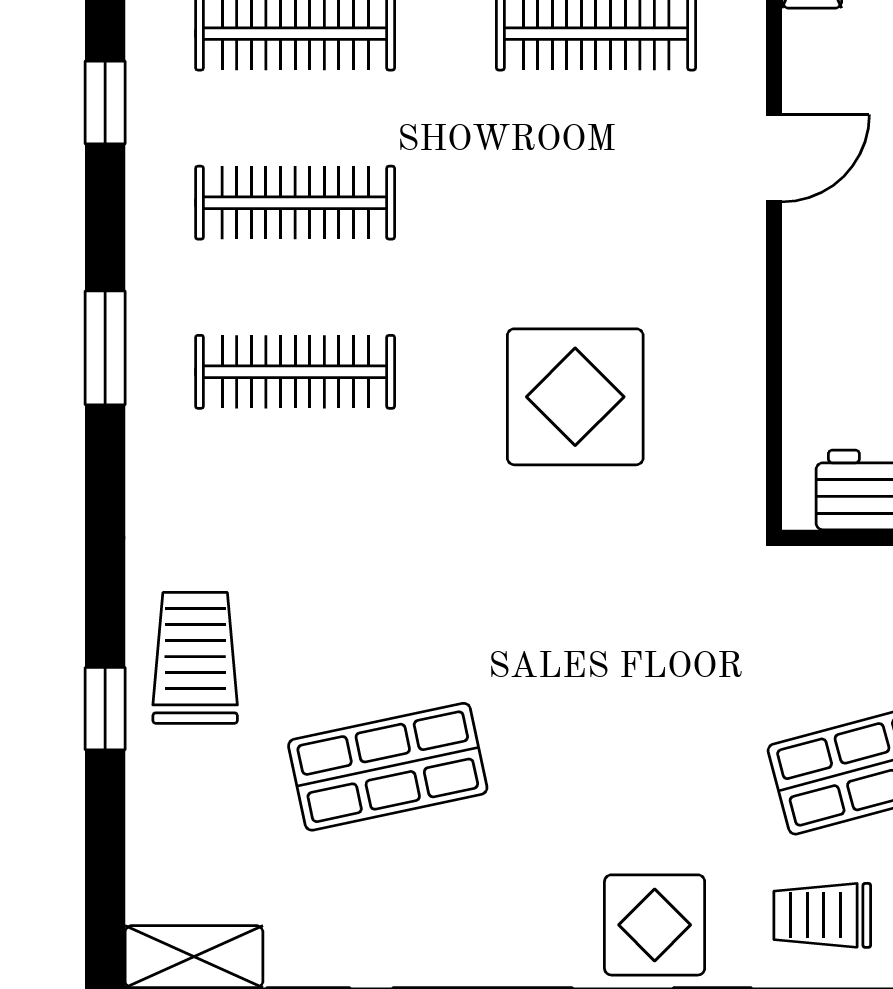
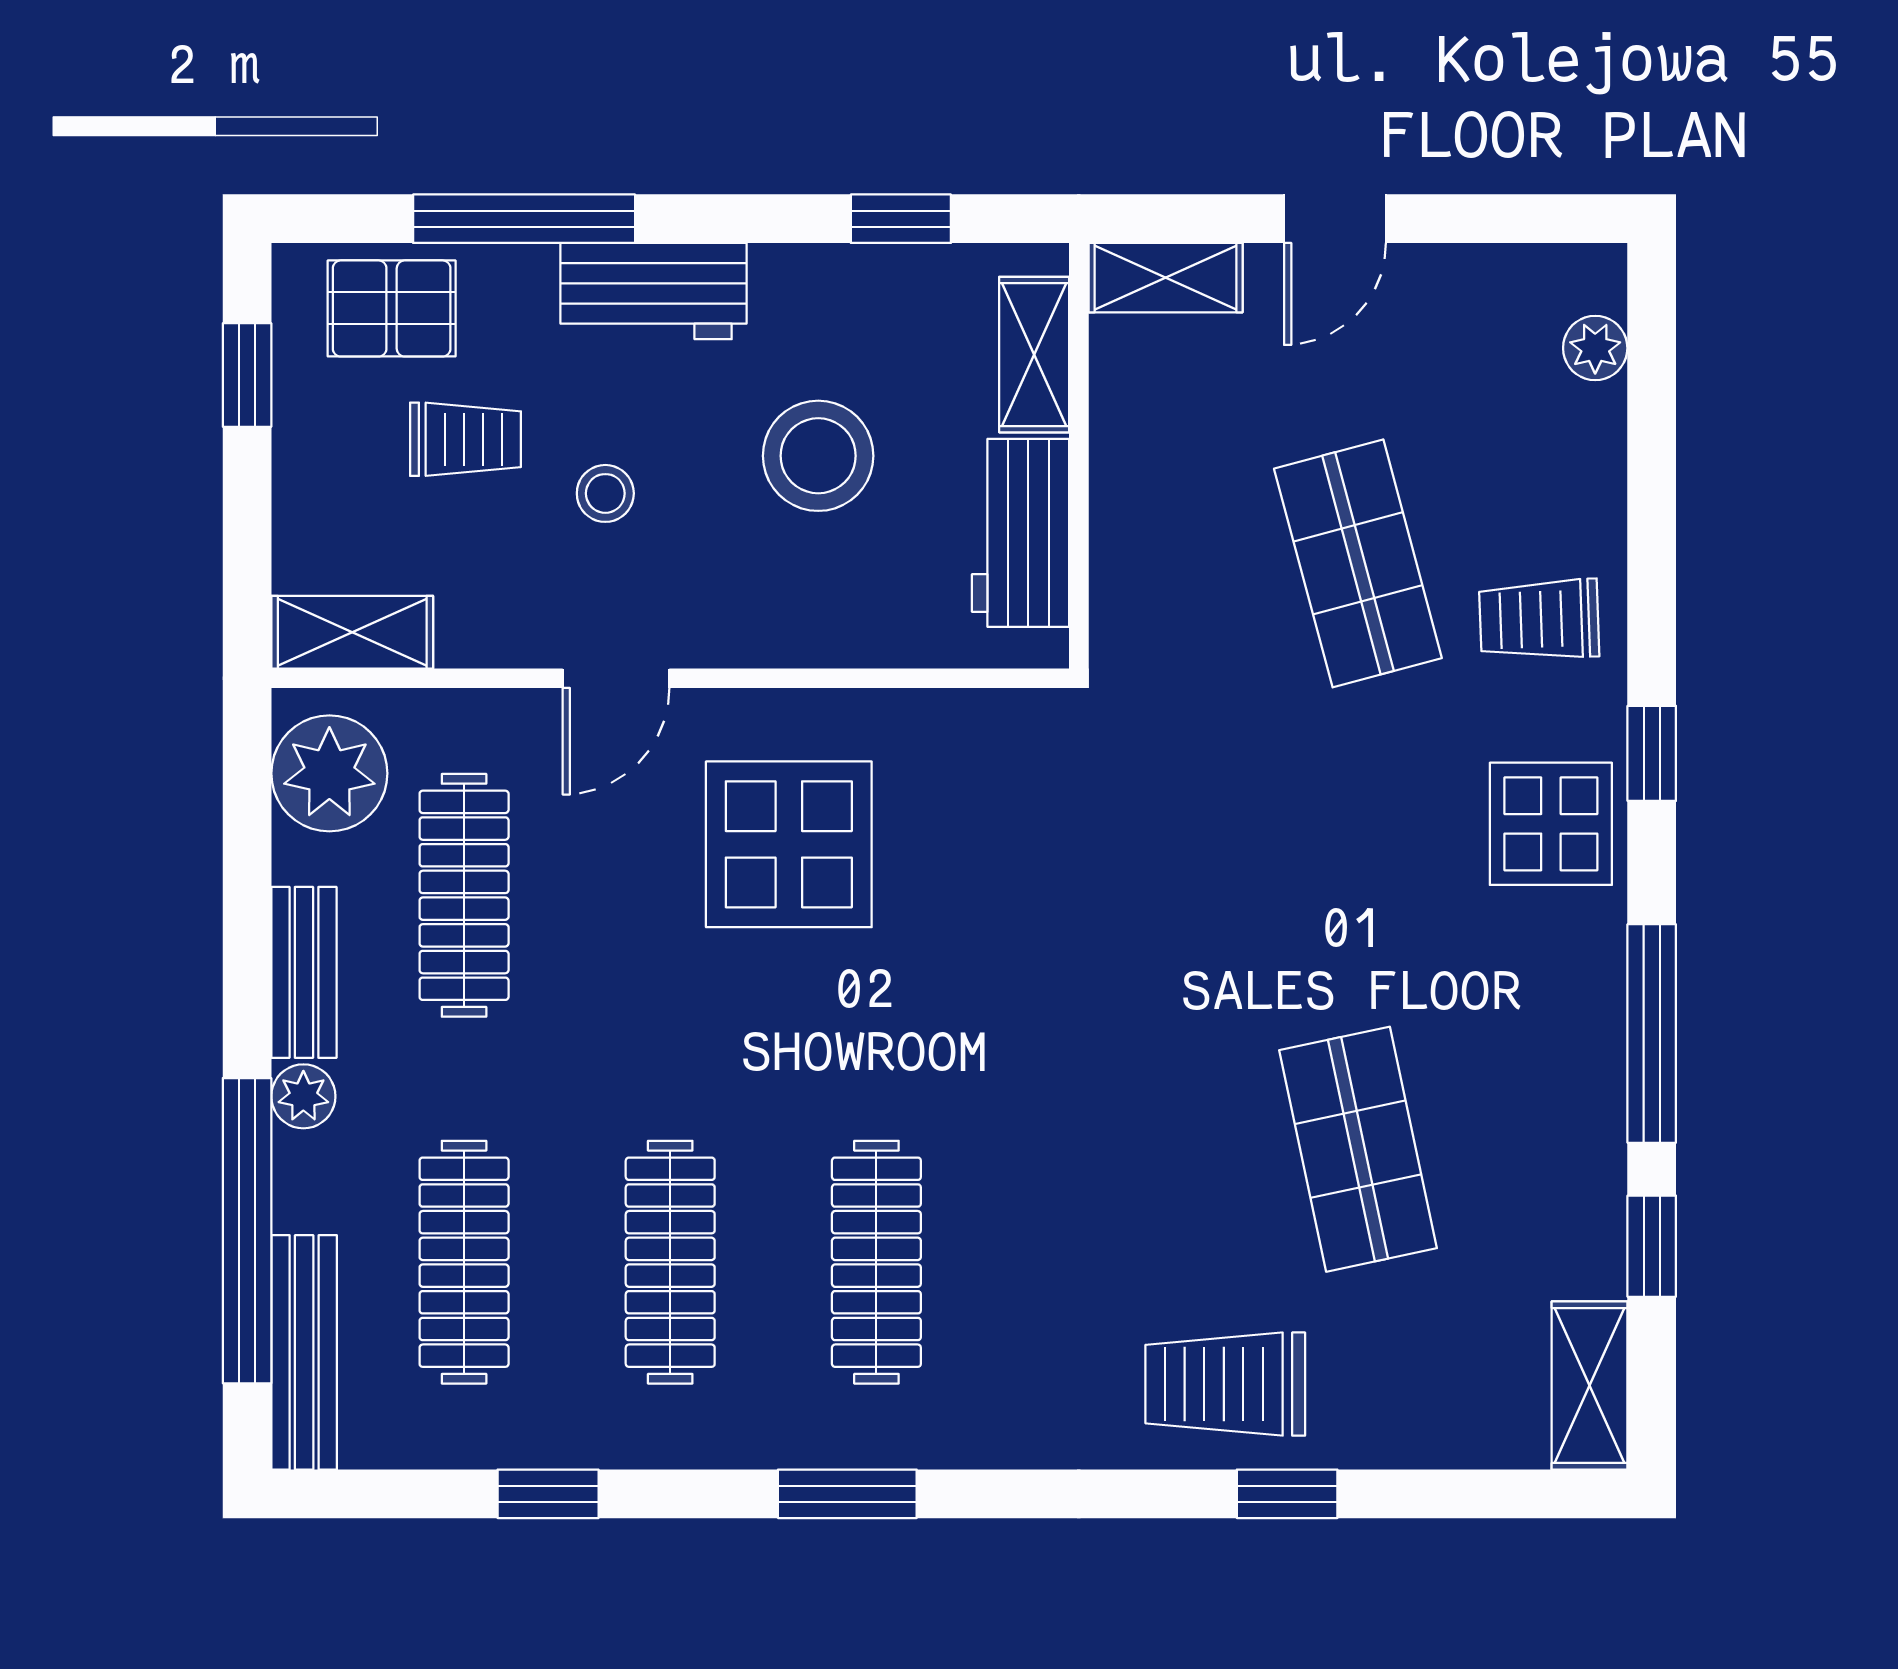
door: (774, 158) -> (616, 678), swing flipped
display table: (575, 397) -> (789, 844), moved
trolley: (822, 915) -> (1539, 619), turned 88

